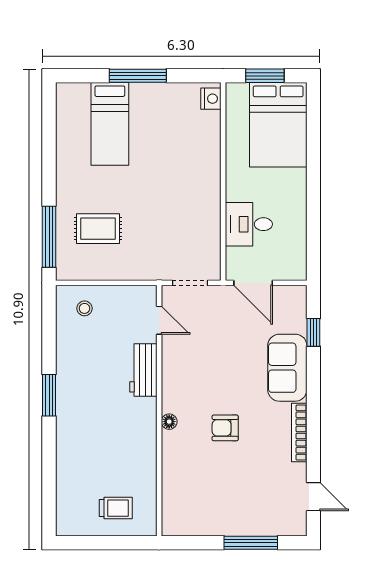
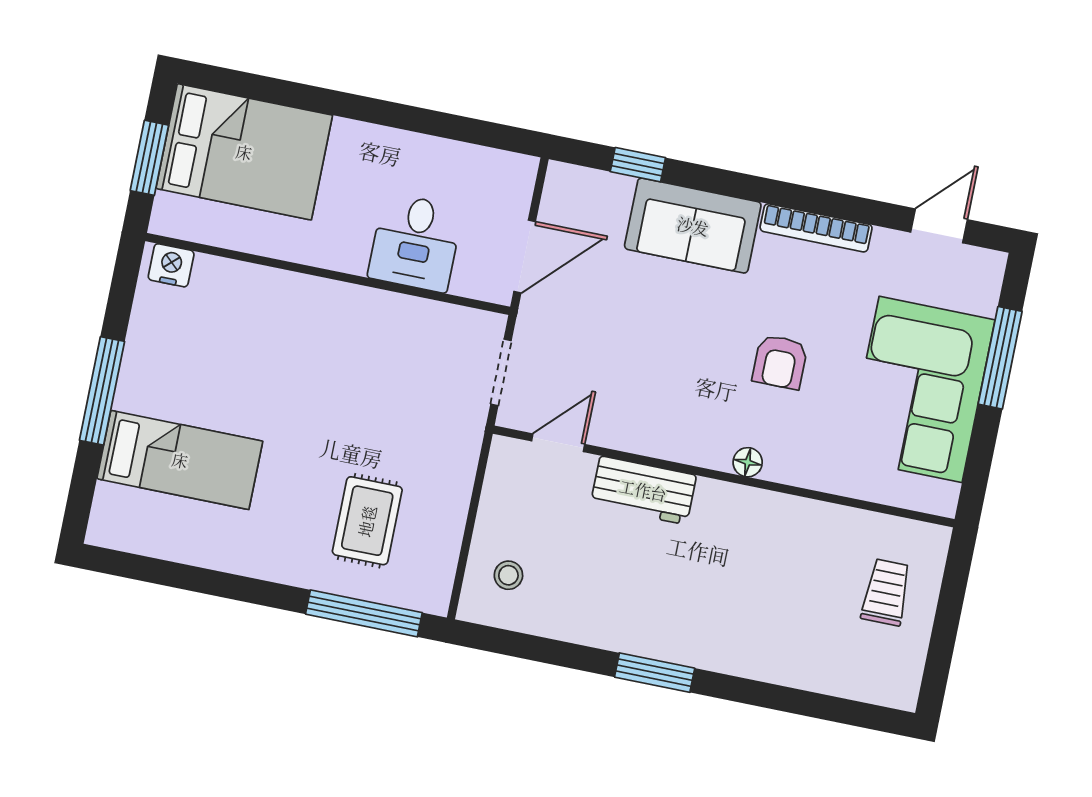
corner sofa: (226, 504) -> (921, 389), added

